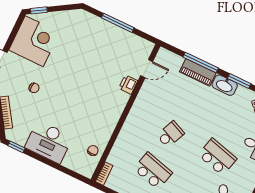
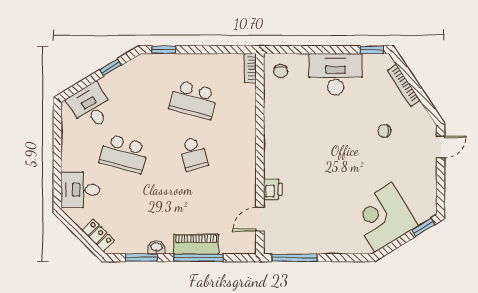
window: (118, 23) -> (294, 258), moved
corner desk: (34, 41) -> (383, 217), moved, turned 58
washbasin: (225, 85) -> (156, 247), width x0.52, depth x0.69
school desk: (170, 134) -> (193, 154), turned -39
chair: (93, 151) -> (281, 71), moved

